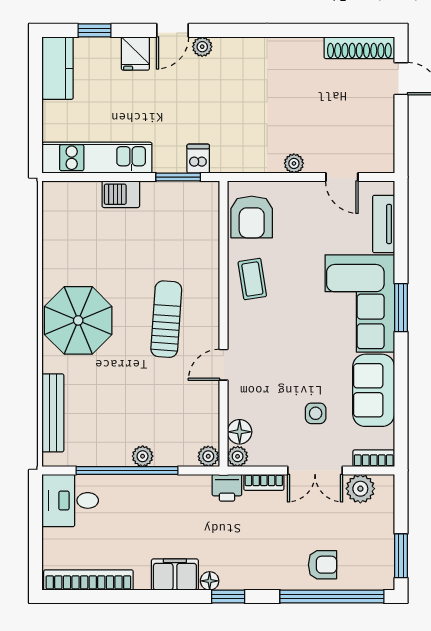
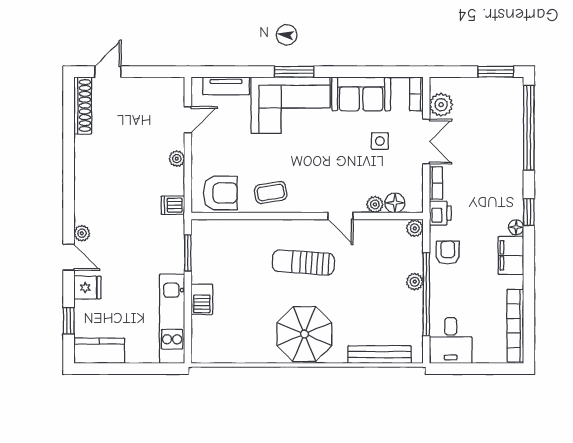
dishwasher: (198, 159) -> (173, 205), moved
plant: (238, 456) -> (375, 205), moved
armchair: (322, 565) -> (448, 253), moved

